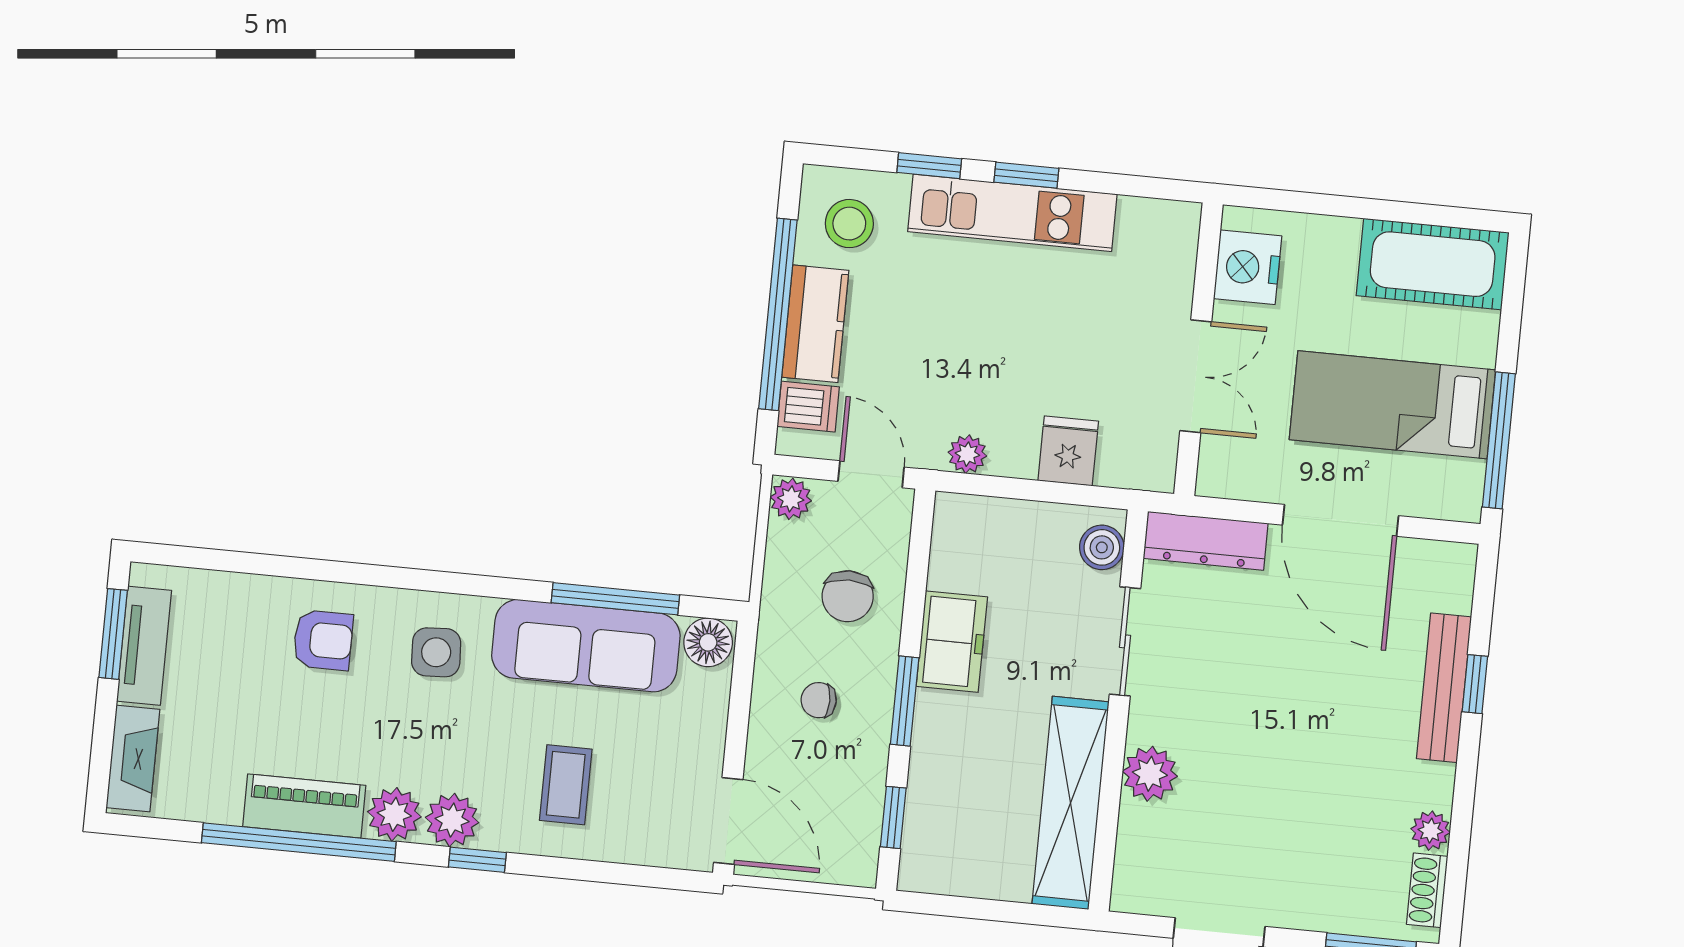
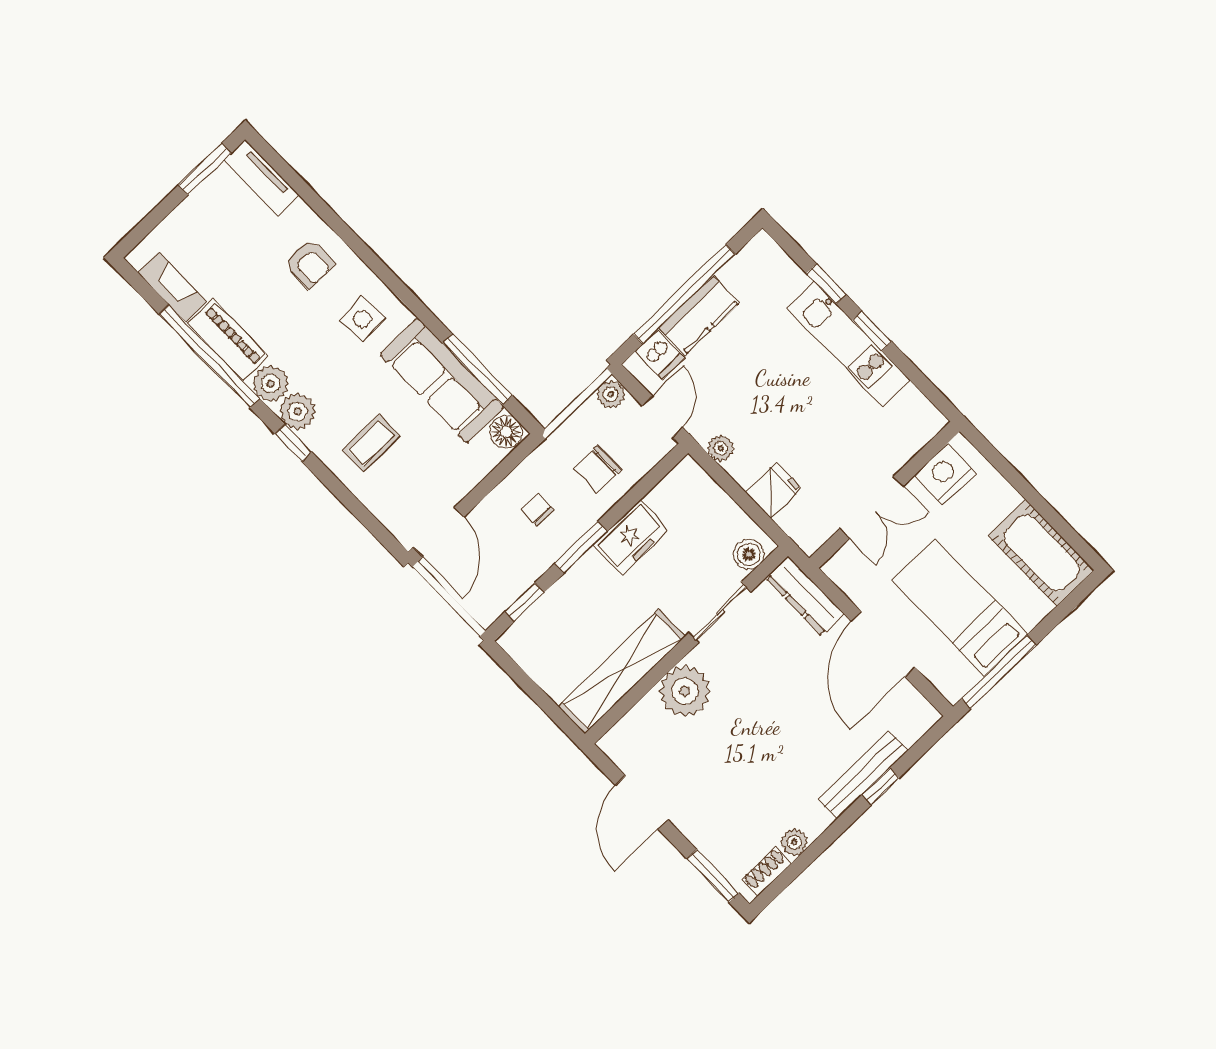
stool: (849, 224) -> (760, 279), removed
tv unit: (144, 646) -> (262, 177), moved, turned 90
fireplace: (133, 758) -> (172, 287), moved, turned -90
plant: (1150, 774) -> (685, 691), width x1.36, depth x1.36

